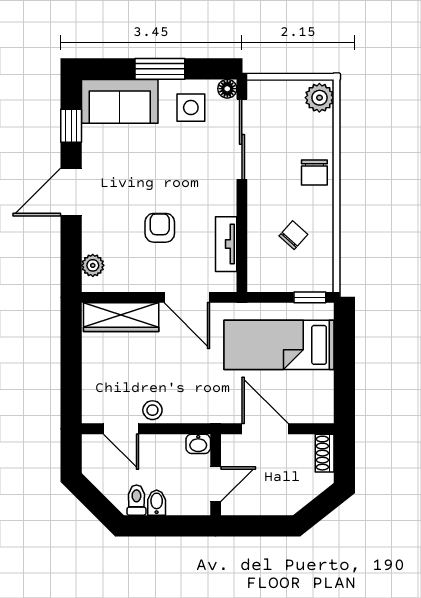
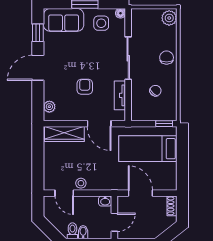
sliding door: (242, 139) -> (128, 58), moved
chair: (314, 173) -> (167, 58), turned 180

